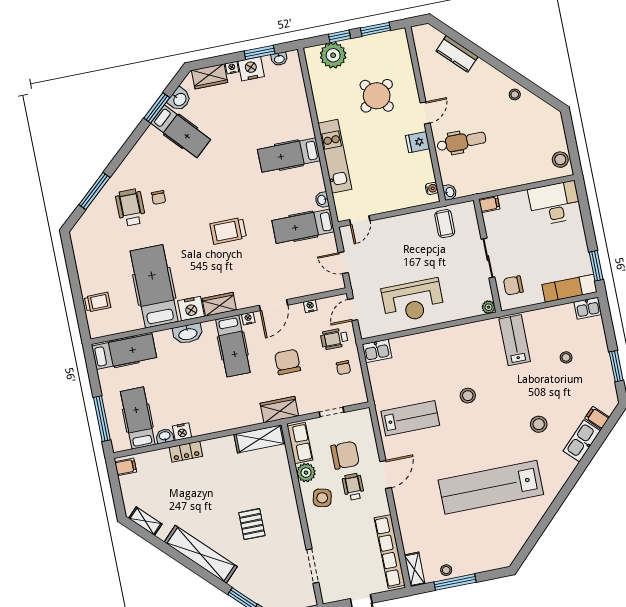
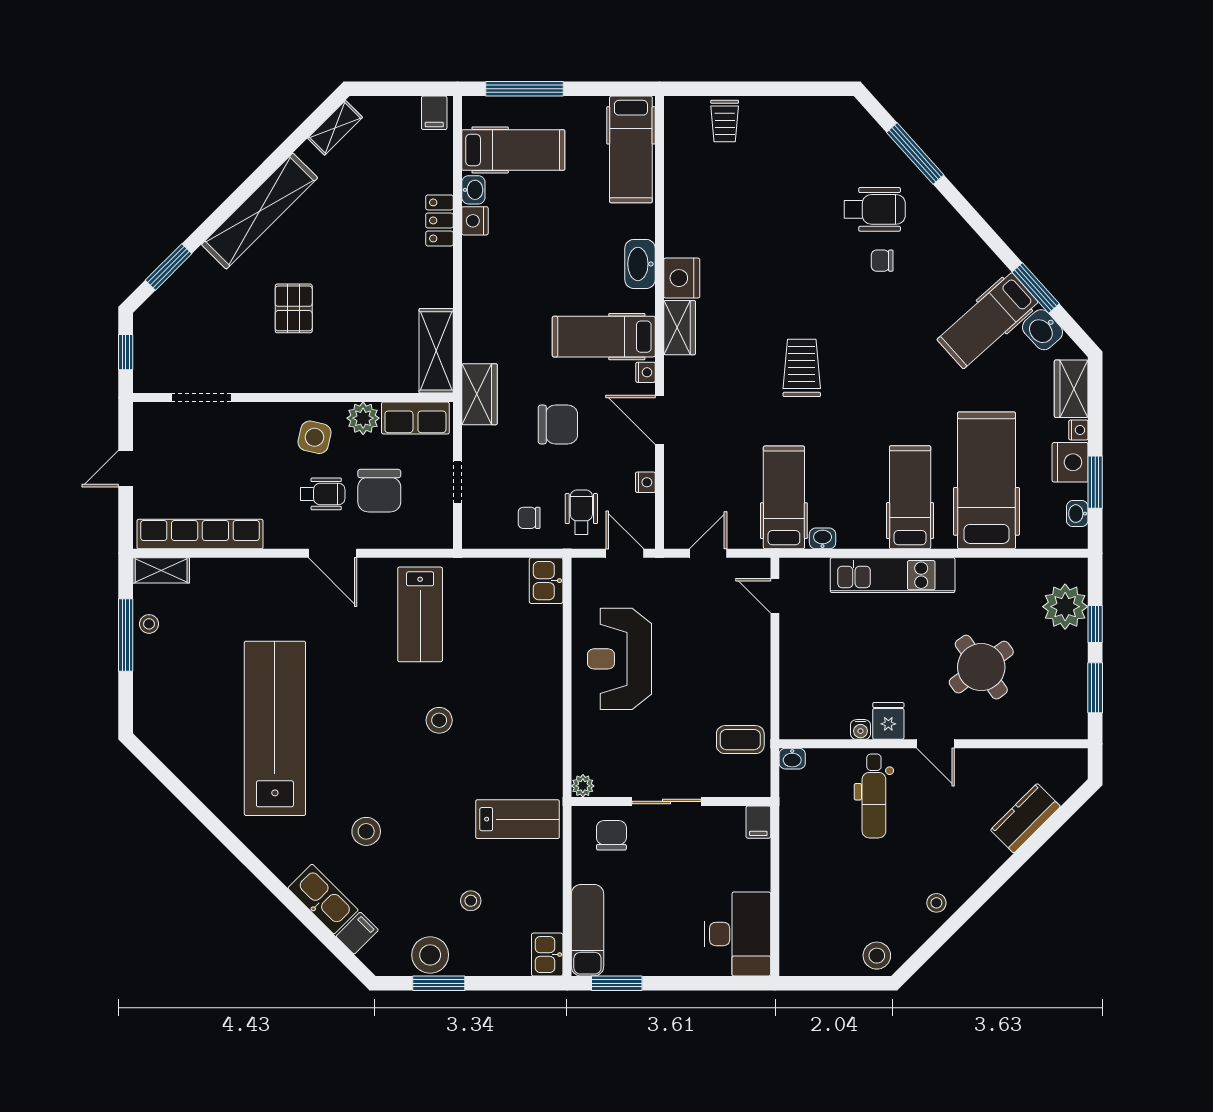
stool: (560, 160) -> (877, 956), moved
water cooler: (432, 188) -> (861, 729), moved
hospital bed: (154, 286) -> (986, 480), moved, turned -90
stool: (601, 374) -> (430, 955), added
pallet: (252, 524) -> (294, 308), turned 90

